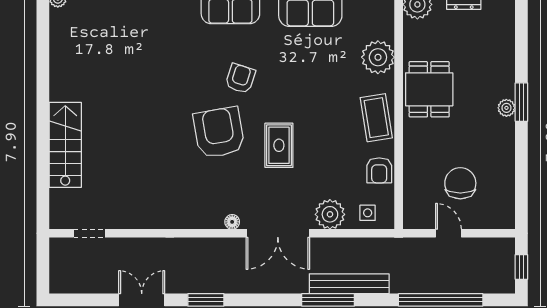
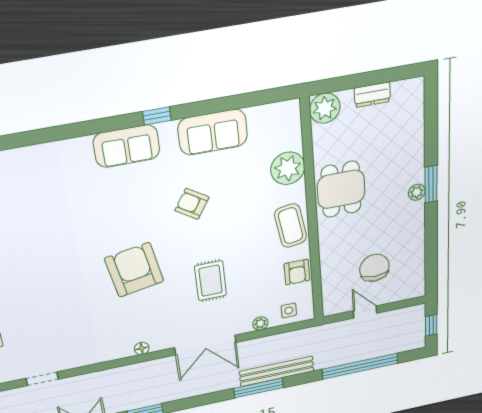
armchair: (240, 79) -> (192, 204), moved, turned -75
rug: (279, 145) -> (211, 281), moved
plant: (330, 214) -> (260, 323), width x0.53, depth x0.53
floor lamp: (232, 222) -> (142, 348), moved
doorway: (89, 233) -> (42, 379), moved

